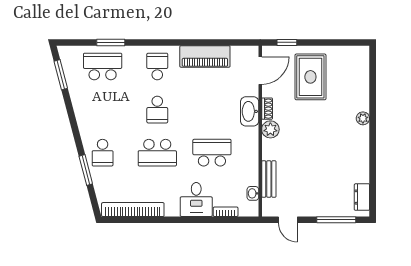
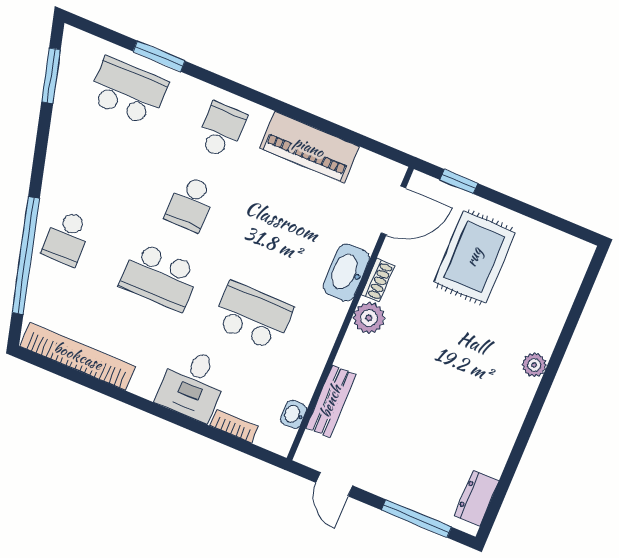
window: (86, 170) -> (26, 256), width x2.11

